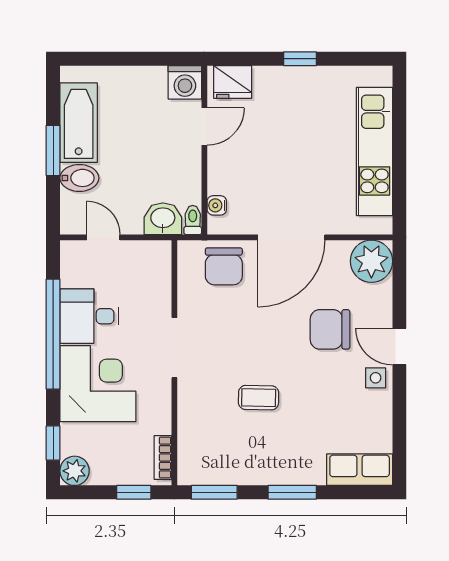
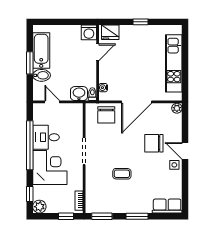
plant: (371, 261) -> (177, 108), width x0.53, depth x0.53

